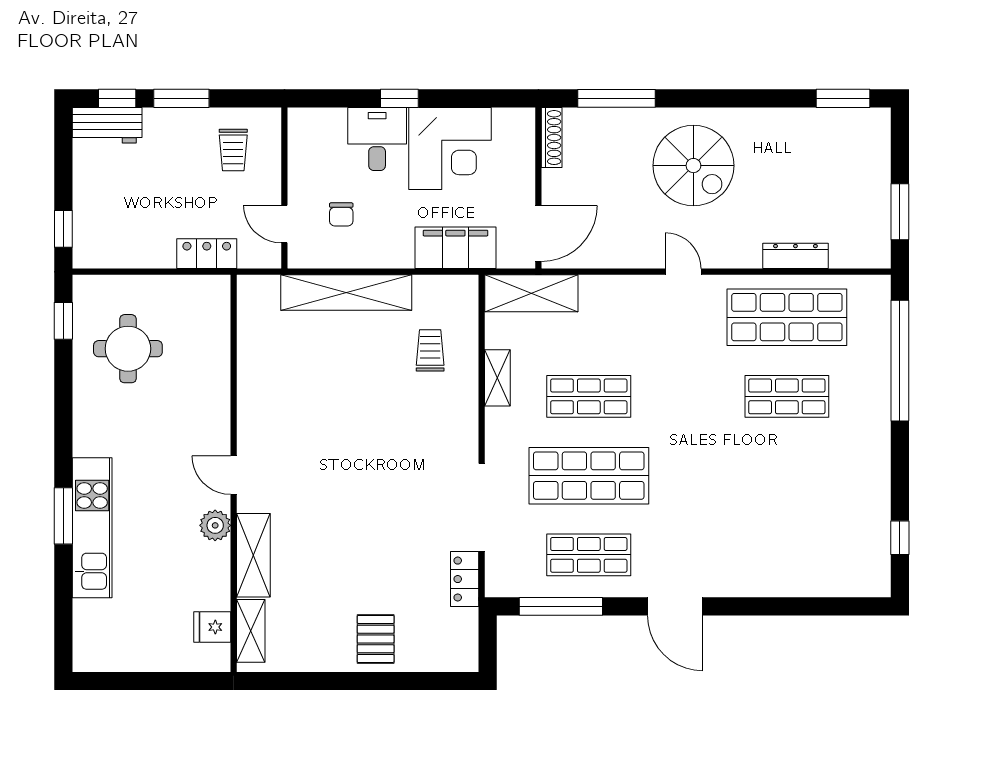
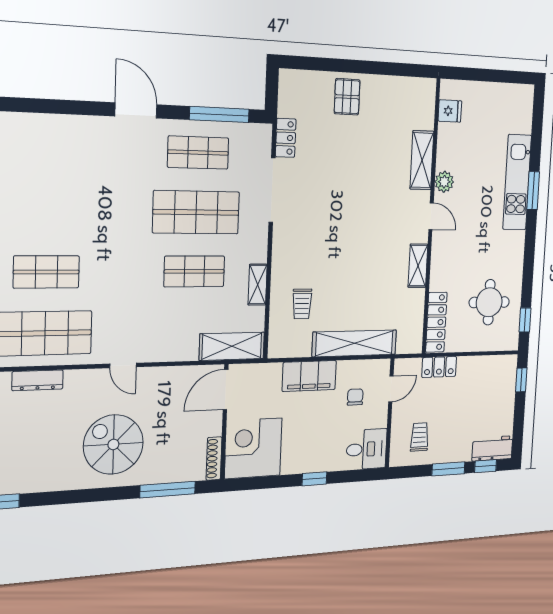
desk: (377, 139) -> (367, 449), moved, turned -90
corner desk: (450, 149) -> (253, 448), moved
door: (284, 224) -> (391, 389), hinge flipped
filing cabinet: (455, 248) -> (309, 376), moved
locker: (216, 320) -> (436, 322), added
shelving: (251, 631) -> (418, 266), moved

